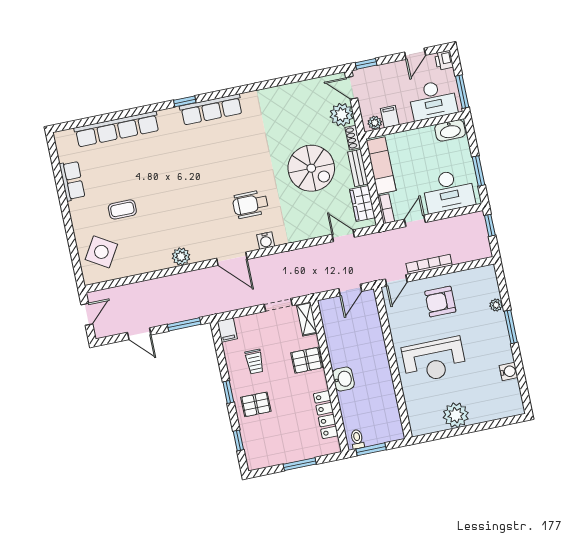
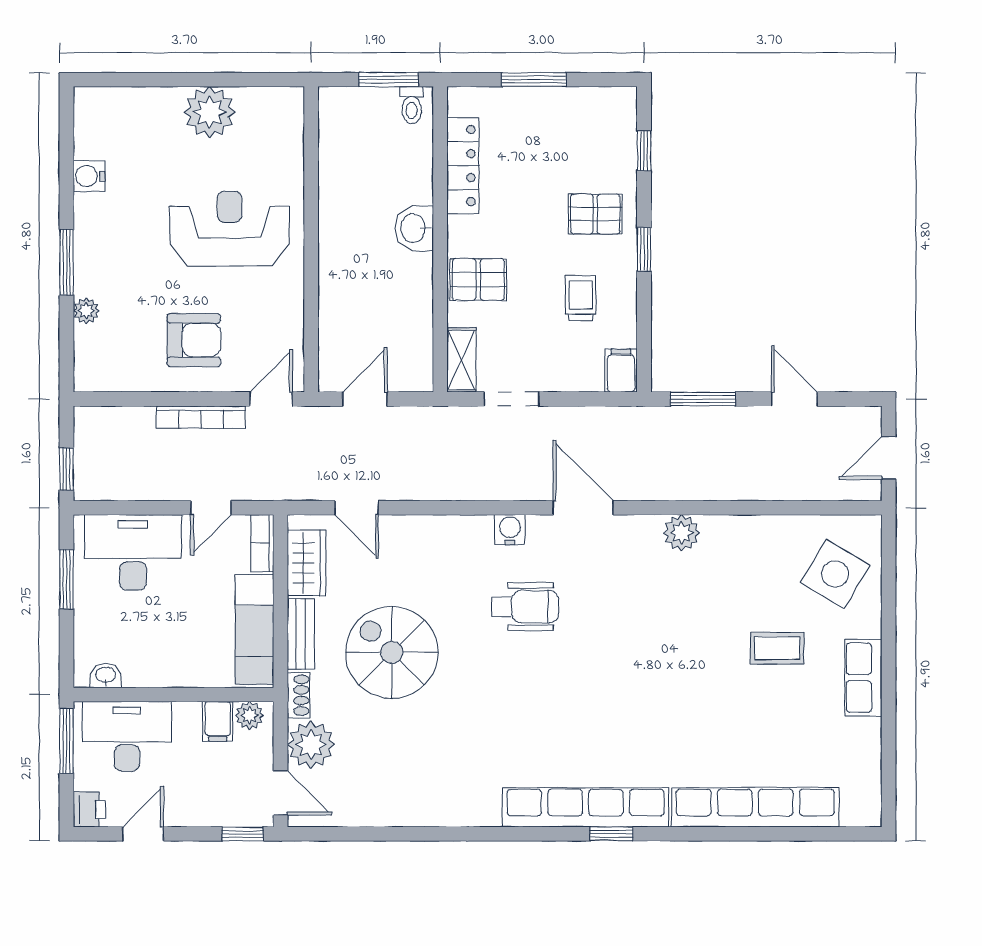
row of seats: (211, 110) -> (585, 807), width x1.36
washbasin: (450, 130) -> (106, 675), width x0.52, depth x0.69
row of seats: (72, 181) -> (863, 678), moved

